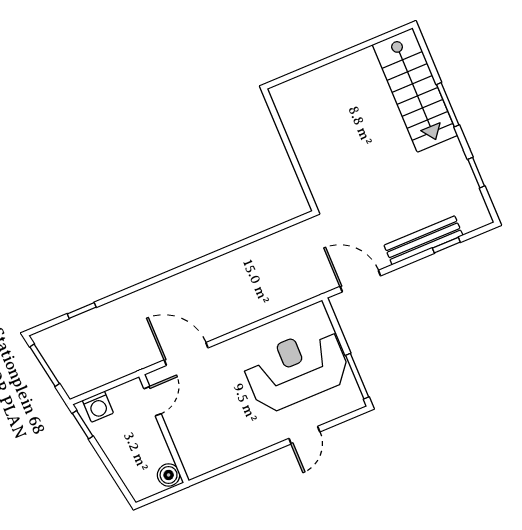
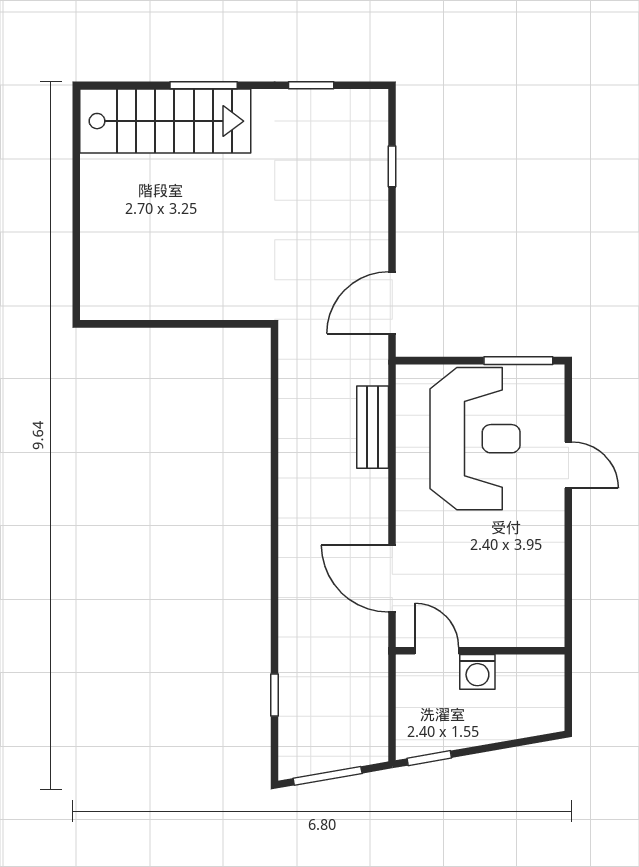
bench: (423, 240) -> (373, 427), moved, width x0.73
door: (186, 354) -> (392, 579), hinge flipped
reception desk: (296, 369) -> (475, 439), turned 180
washing machine: (98, 407) -> (477, 672), moved, turned 90
boiler: (169, 475) -> (545, 671), removed

